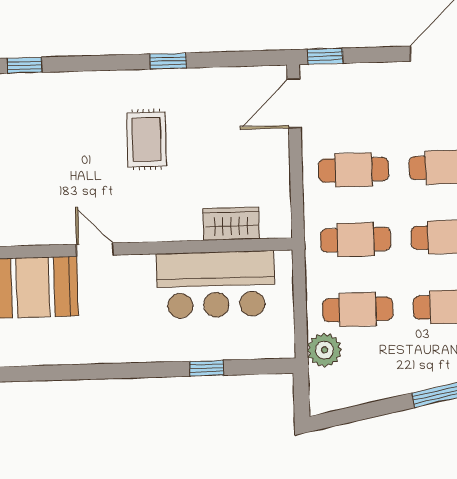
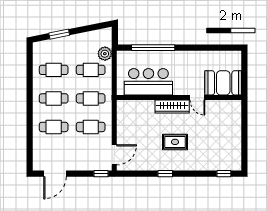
rug: (146, 139) -> (175, 142), turned 90
wardrobe: (231, 224) -> (172, 106), moved, width x1.50
window: (207, 368) -> (153, 48), width x3.17

